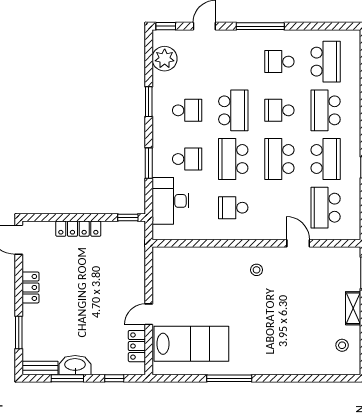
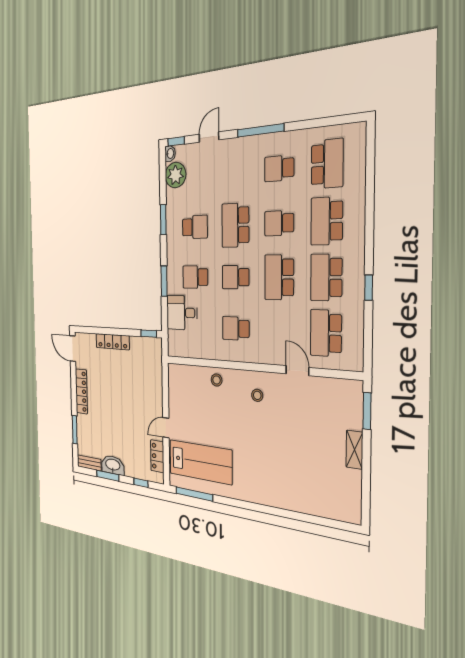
washbasin: (158, 37) -> (170, 154), added
school desk: (233, 110) -> (235, 225), turned 180
school desk: (187, 159) -> (195, 277), turned 180
school desk: (233, 159) -> (236, 277), width x0.54
school desk: (326, 159) -> (326, 277), turned 180
desk: (171, 201) -> (182, 313), width x0.73
locker: (31, 287) -> (81, 391), width x1.53
stool: (342, 345) -> (217, 380), moved
window: (229, 378) -> (194, 494), moved

